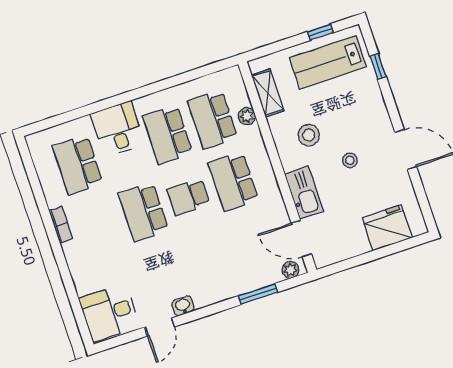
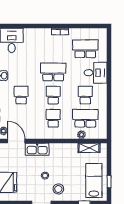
school desk: (168, 135) -> (85, 95), width x0.54
stool: (309, 135) -> (58, 189), moved
school desk: (233, 182) -> (53, 118), width x0.54
door: (301, 238) -> (16, 141), hinge flipped
school desk: (209, 259) -> (21, 95), added

